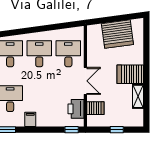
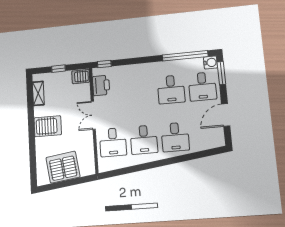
shelving: (138, 96) -> (38, 93), moved
server rack: (95, 108) -> (81, 77), moved
filing cabinet: (30, 119) -> (148, 70), removed

